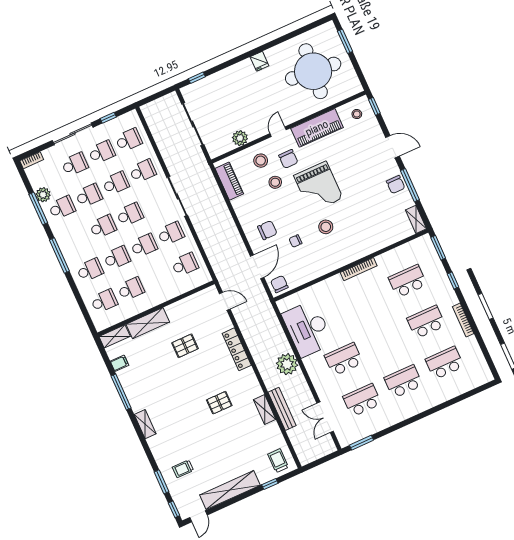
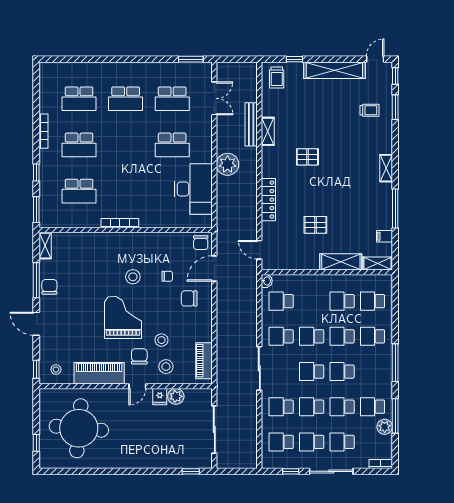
window: (345, 41) -> (36, 443), width x0.67
fridge: (259, 61) -> (160, 397), moved, turned 180
washbasin: (206, 277) -> (267, 281), added

